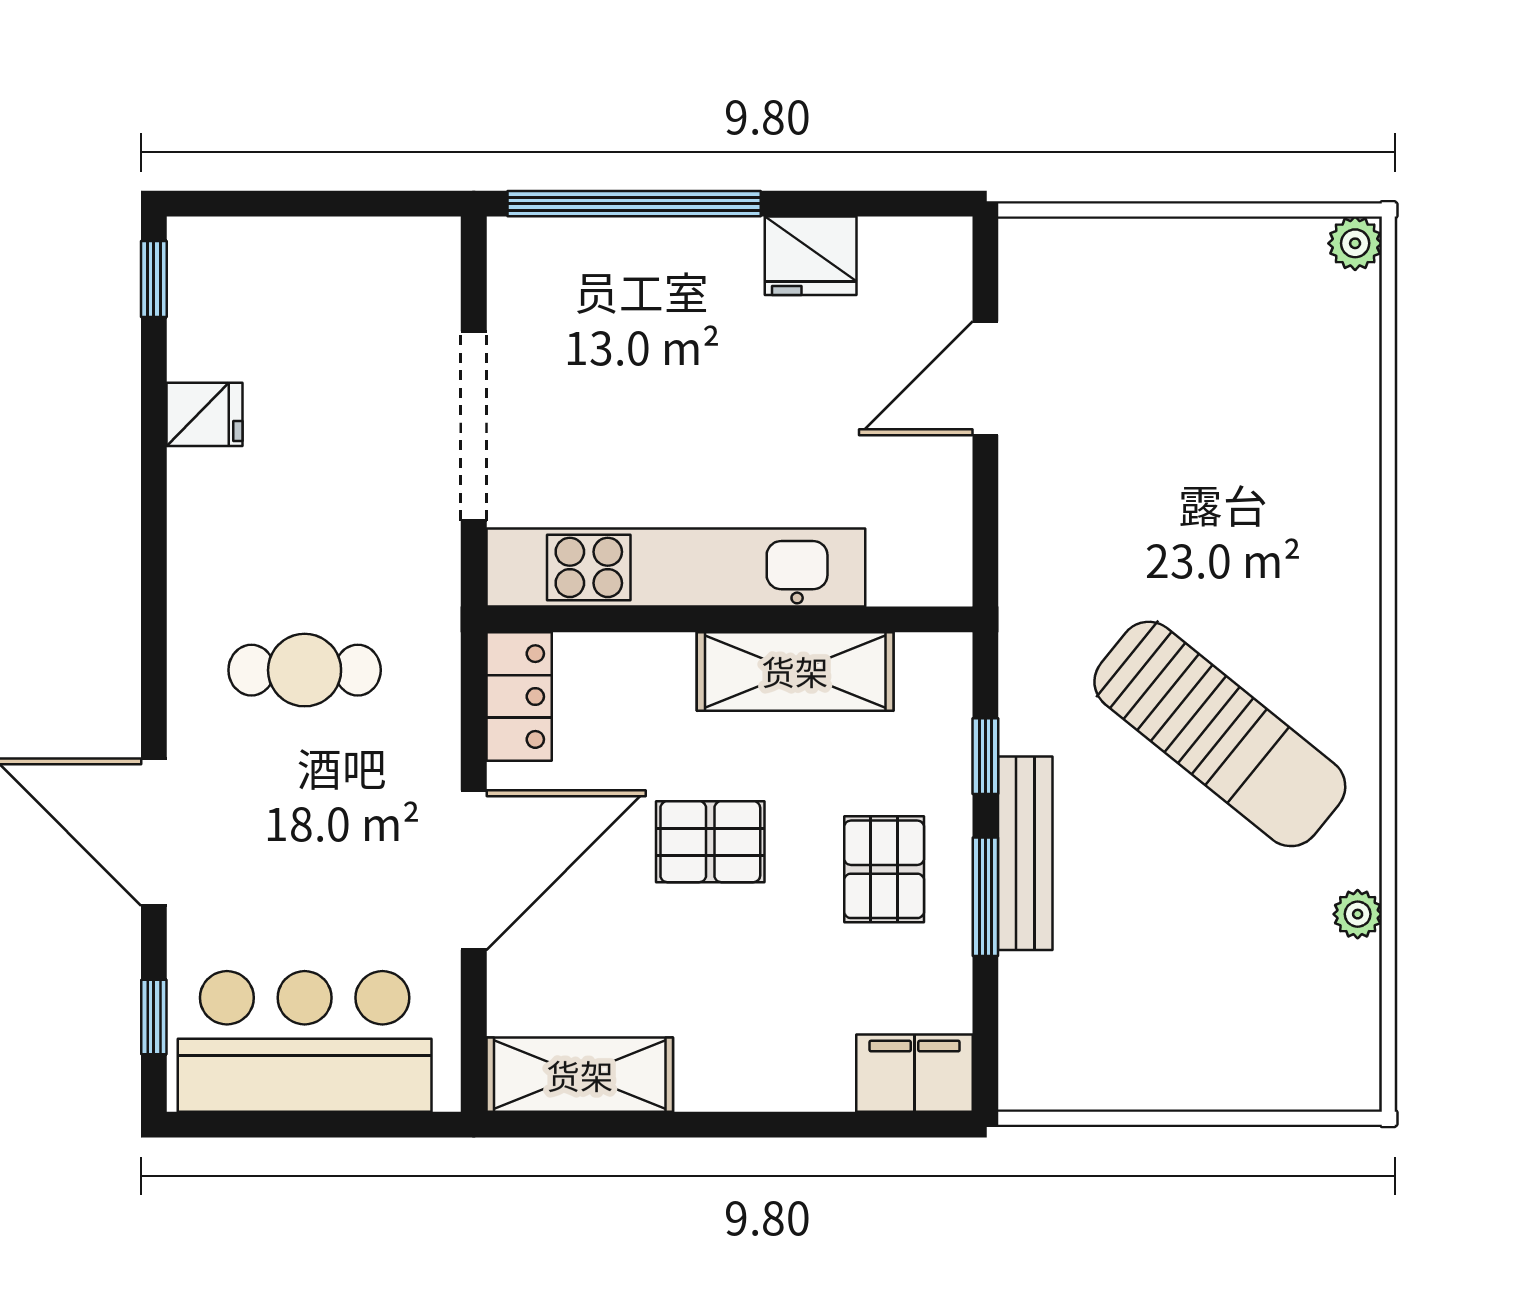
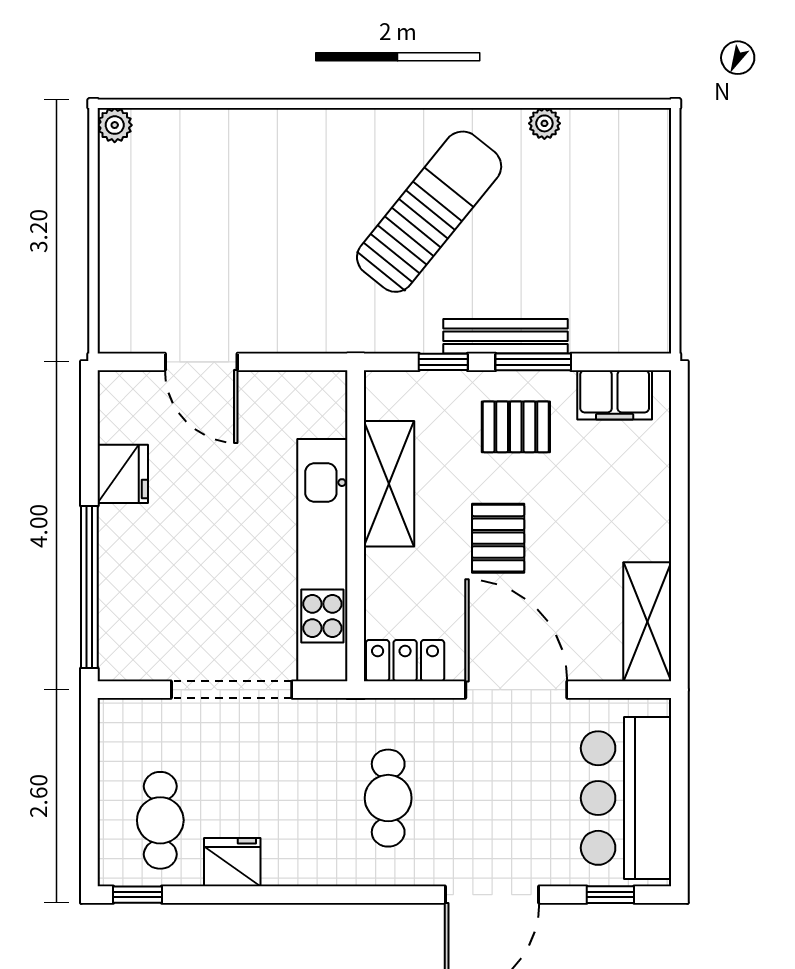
cafe table: (270, 314) -> (160, 820), added
fridge: (205, 414) -> (232, 862), width x1.38
filing cabinet: (915, 1073) -> (615, 395), moved, turned -90

